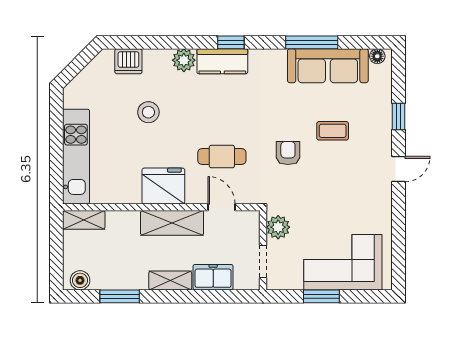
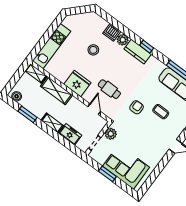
dishwasher: (128, 61) -> (112, 32), moved
shelving: (172, 223) -> (56, 91), moved

